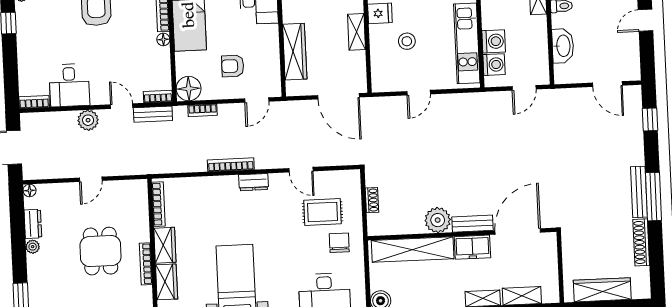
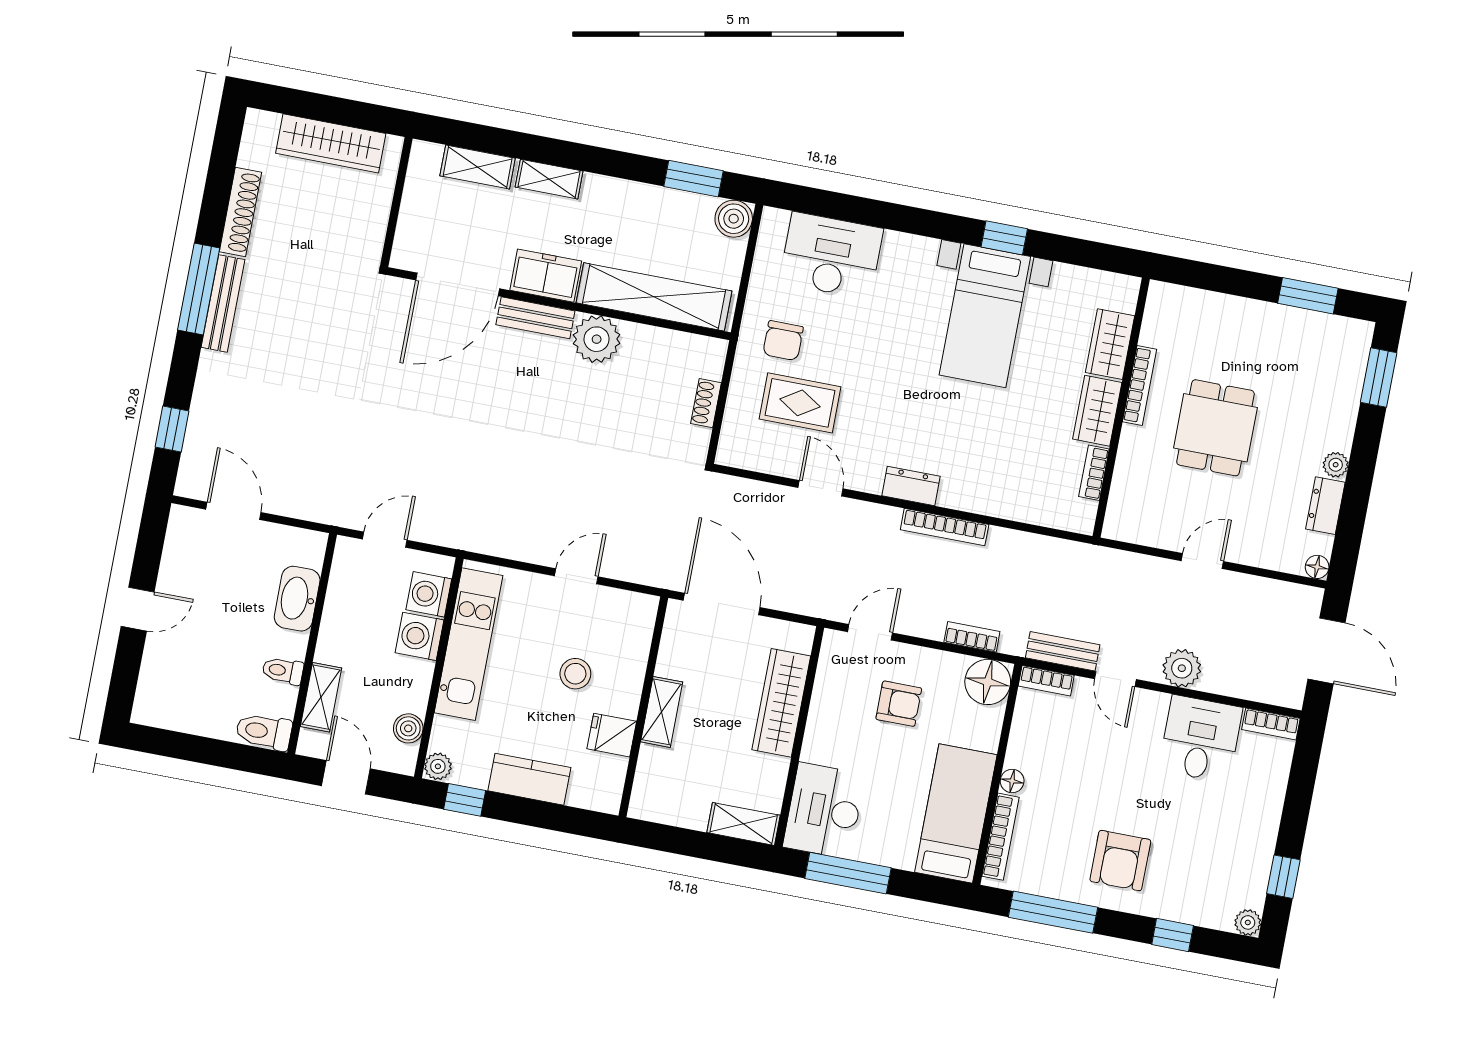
bookcase: (159, 204) -> (1094, 473), width x0.64

